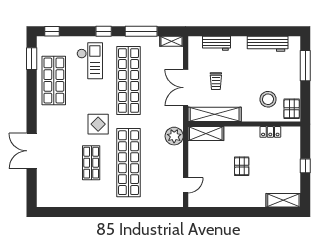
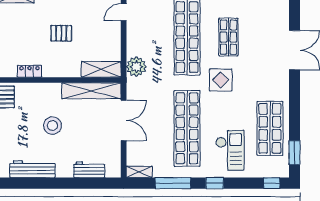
checkout: (90, 61) -> (230, 150), turned 180
trolley: (216, 81) -> (90, 128), removed
stool: (268, 99) -> (52, 126), moved
pallet: (242, 166) -> (61, 33), turned 90

